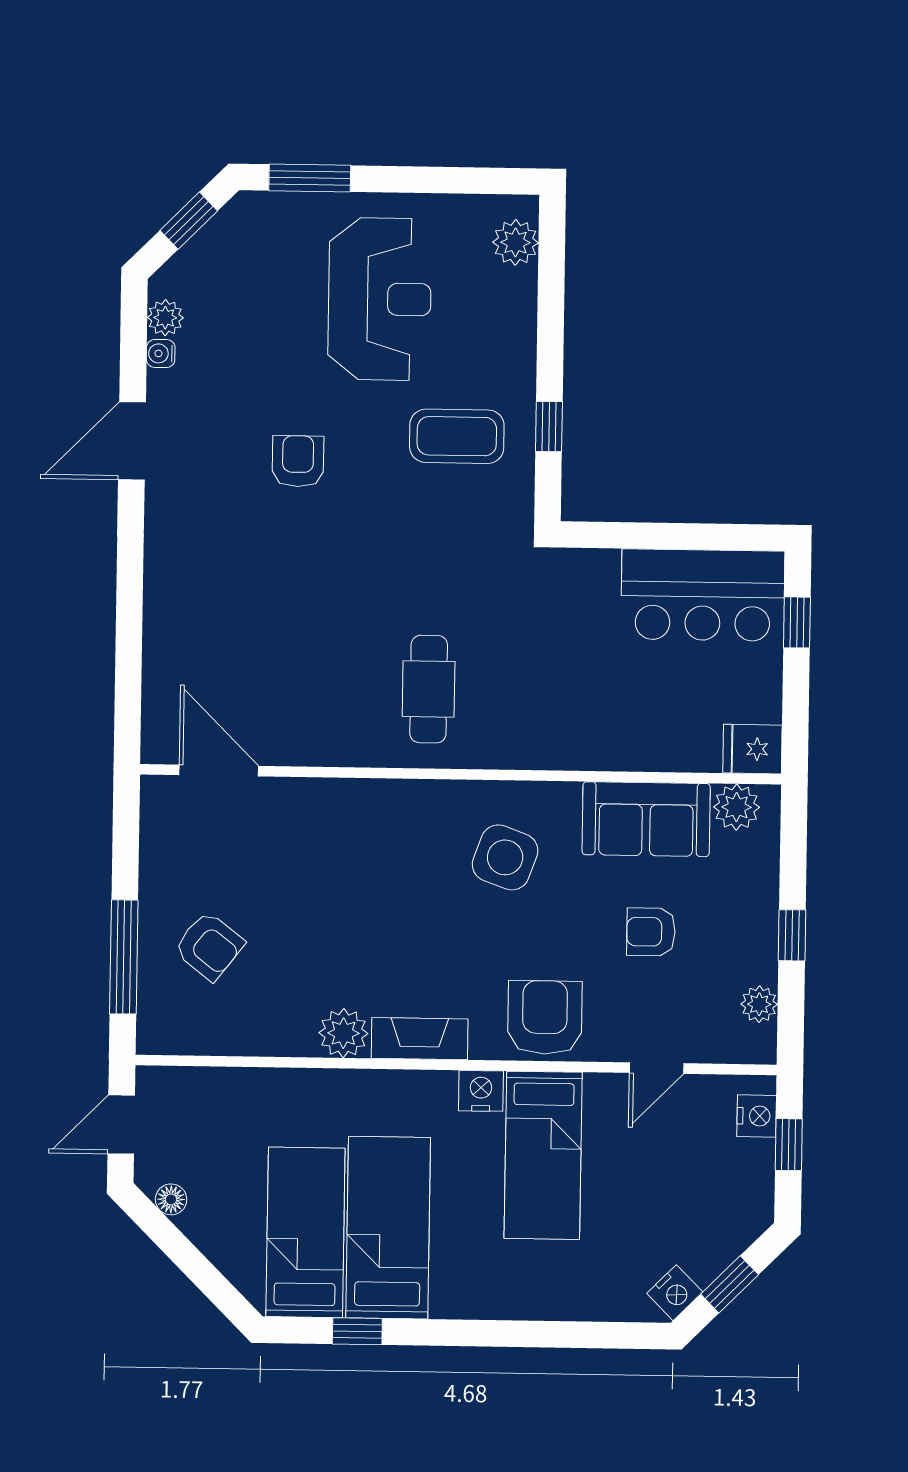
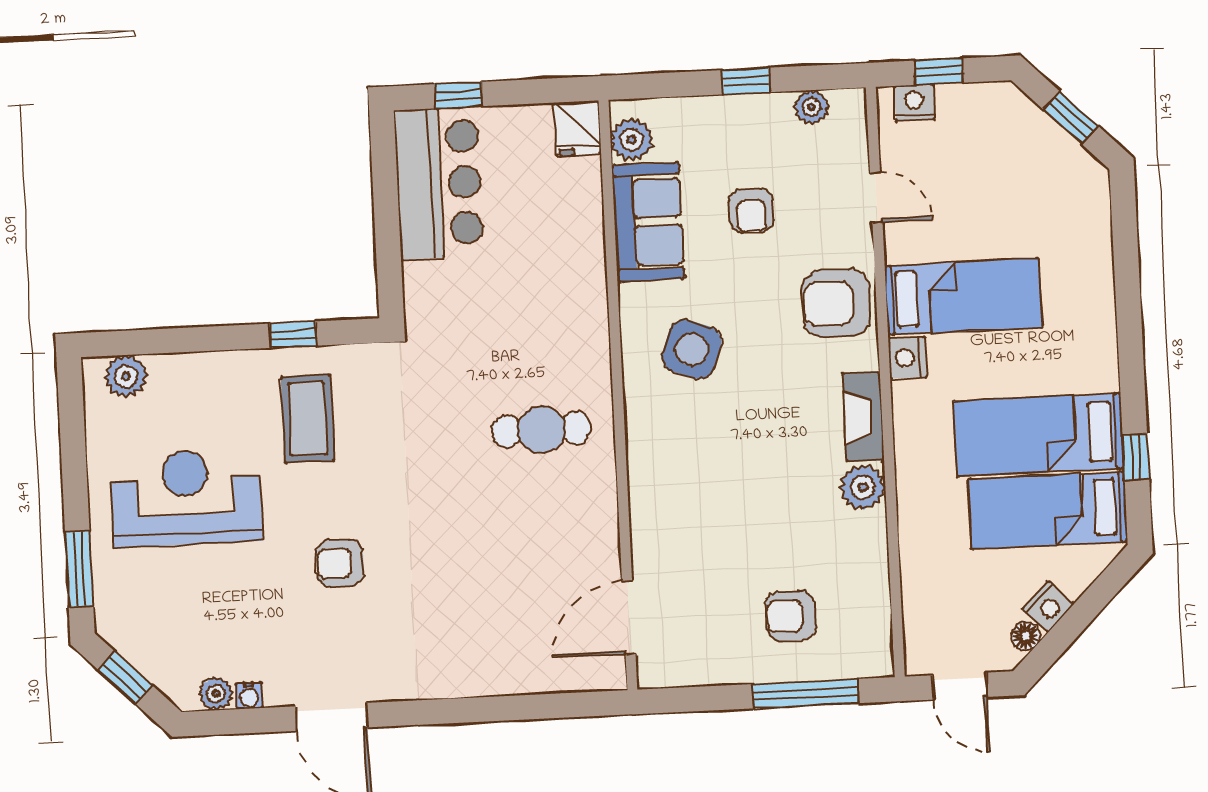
armchair: (209, 946) -> (791, 616), turned -128
nightstand: (675, 1293) -> (1048, 607), moved, turned 90

